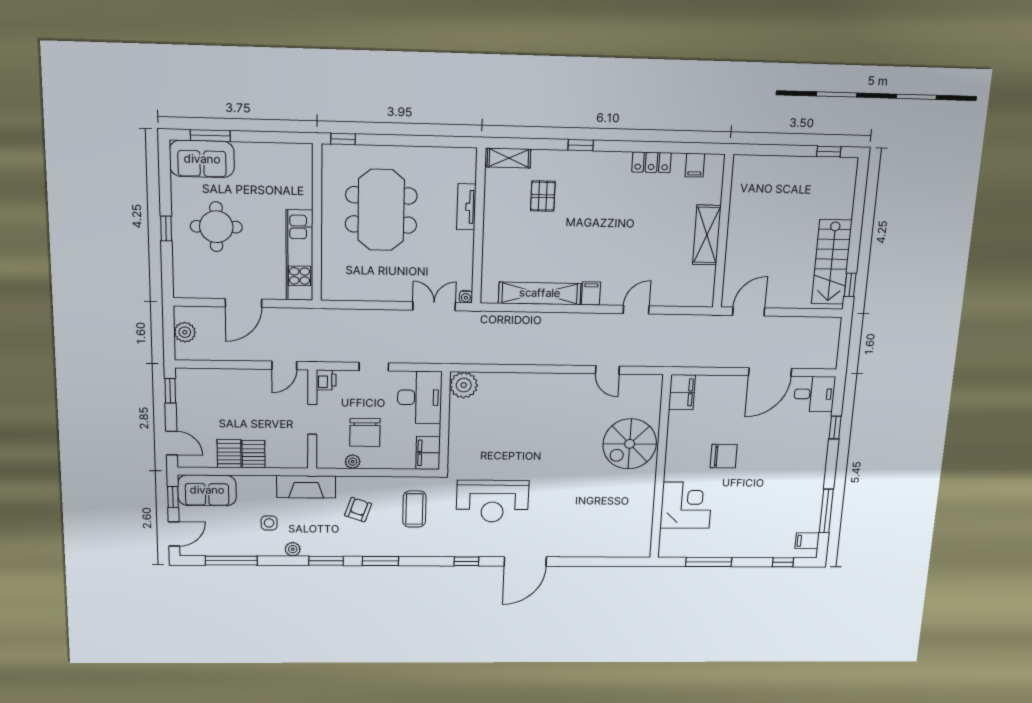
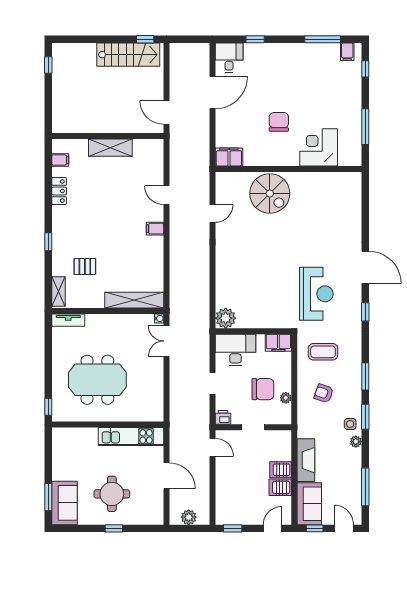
tv unit: (466, 207) -> (68, 320), moved
shelving: (540, 293) -> (134, 300), moved, turned 90
door: (770, 372) -> (212, 92), hinge flipped
fireplace: (306, 487) -> (306, 460), moved
side table: (269, 523) -> (350, 424), moved

